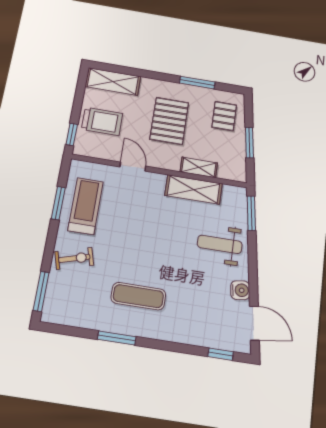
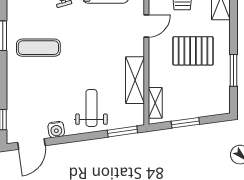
pallet: (224, 116) -> (206, 98), removed
shelving: (199, 167) -> (155, 103), moved
exercise mat: (138, 296) -> (38, 48), turned 90

